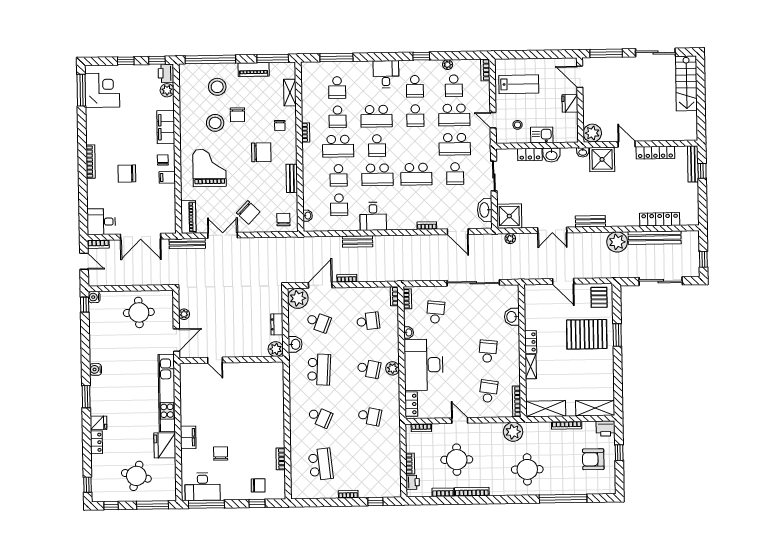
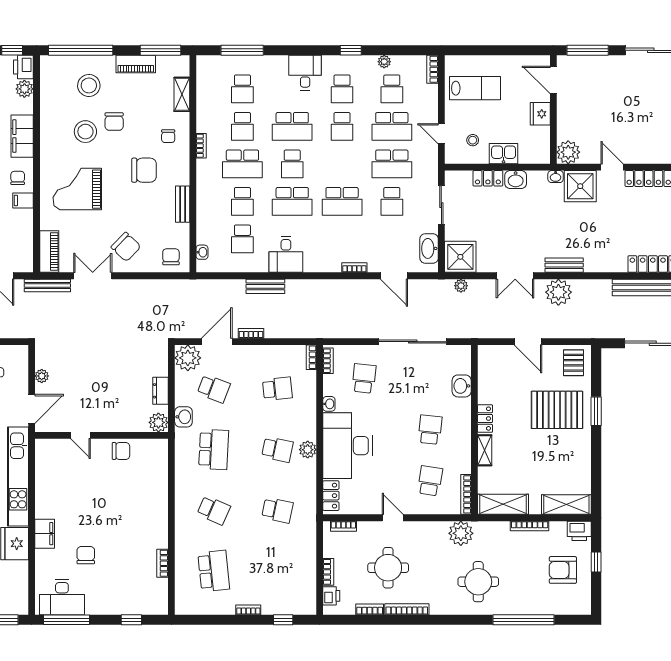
grand piano: (209, 168) -> (77, 189), turned -90
plant: (617, 242) -> (558, 292), moved
chair: (258, 485) -> (121, 451), moved

